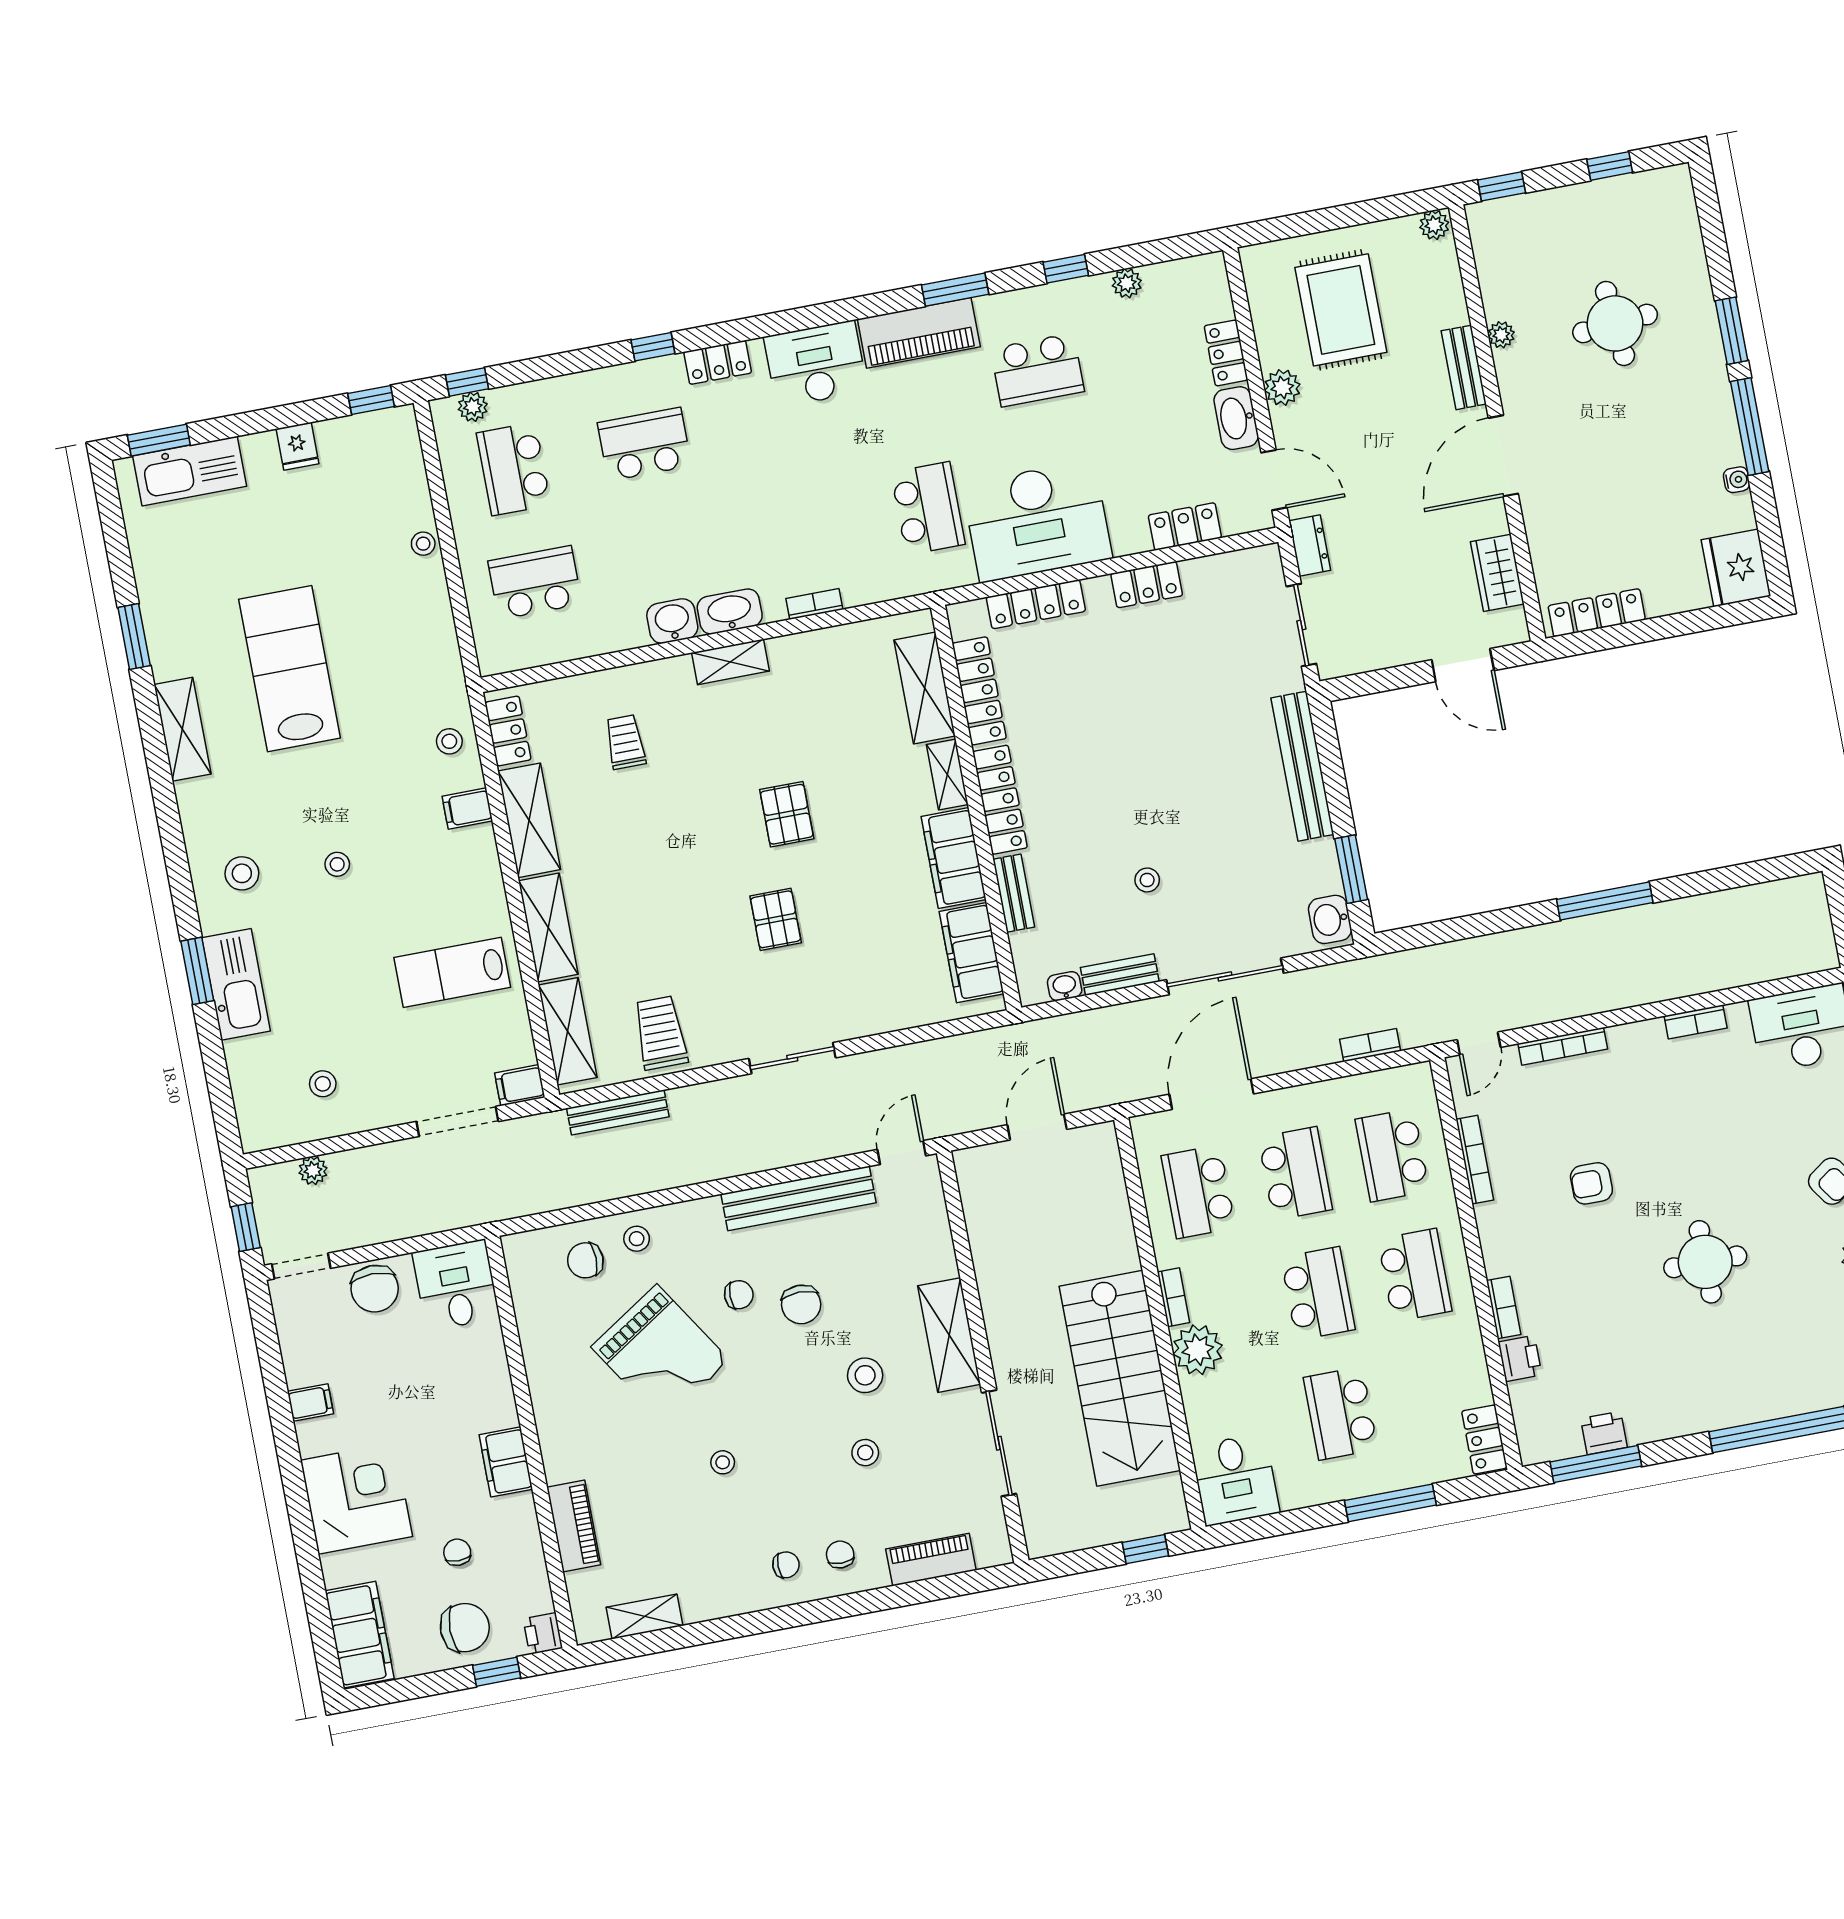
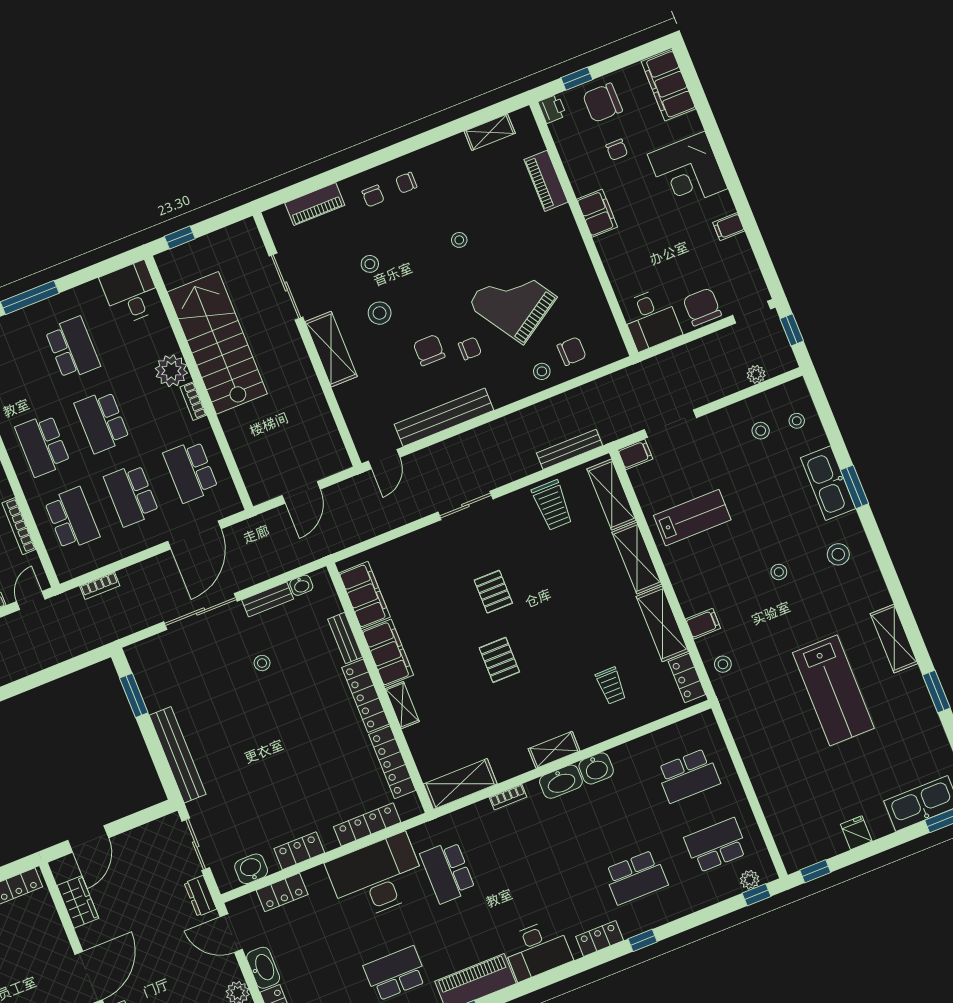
school desk: (514, 469) -> (716, 845), turned -90
stool: (423, 544) -> (797, 421), moved
door: (1463, 665) -> (88, 839), swing flipped
shelving: (925, 688) -> (460, 784), moved, turned 90
washbasin: (1330, 919) -> (251, 869), moved, turned -90
school desk: (1198, 1192) -> (191, 471), turned 180
chair: (739, 1295) -> (470, 348), turned 180

